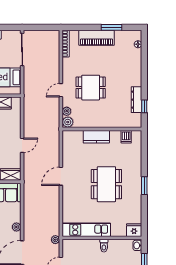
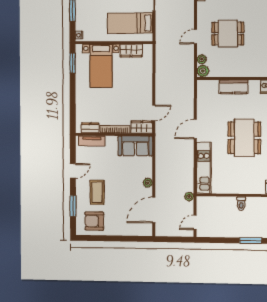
door: (22, 145) -> (154, 113), moved
kitchen unit: (86, 230) -> (204, 168), moved, turned 90

